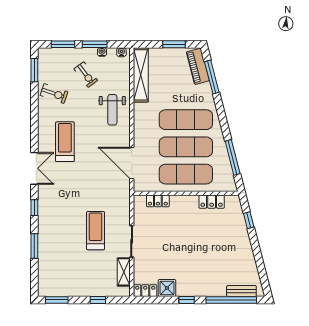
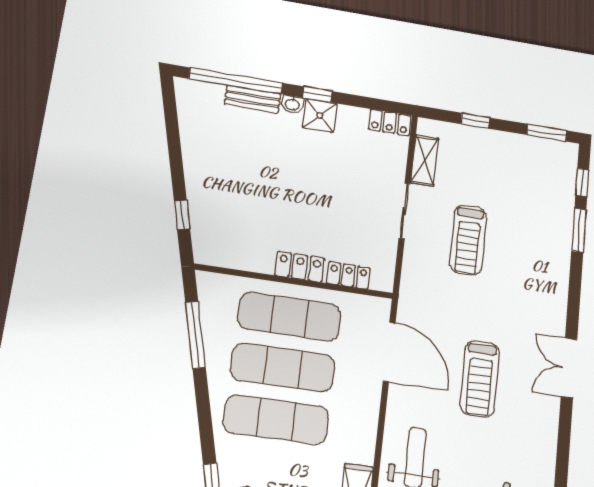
treadmill: (65, 142) -> (480, 379), moved
locker: (212, 202) -> (300, 267), moved
window: (34, 208) -> (582, 183), moved
shower: (167, 288) -> (320, 115), moved
bench: (241, 291) -> (253, 99), moved
washbasin: (199, 292) -> (292, 104), added

